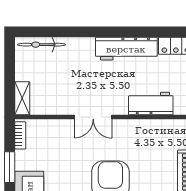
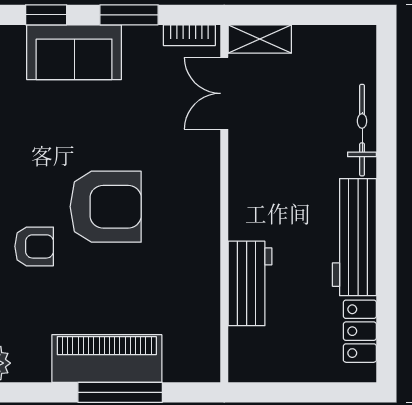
bicycle: (41, 45) -> (362, 130), moved
double door: (93, 117) -> (224, 93), moved

